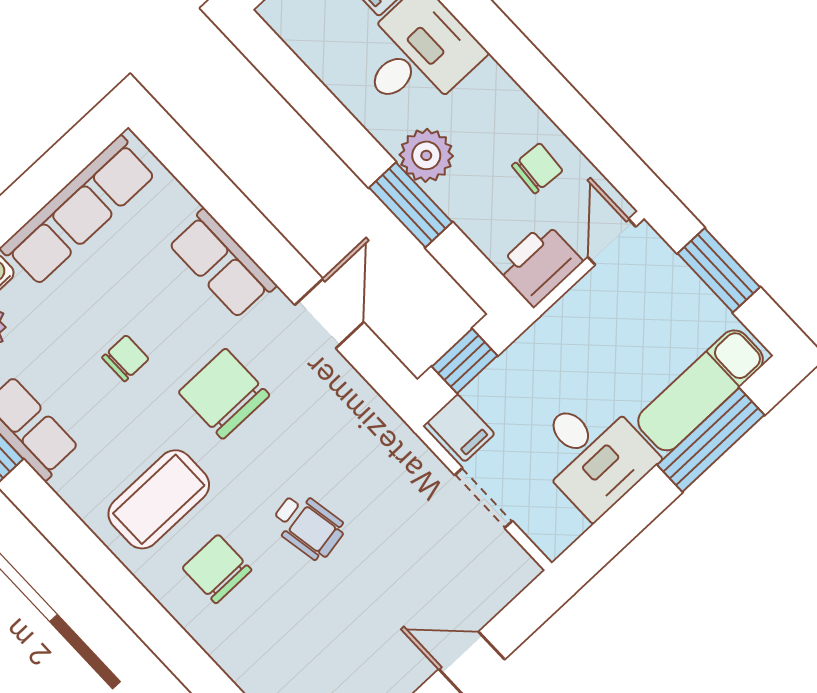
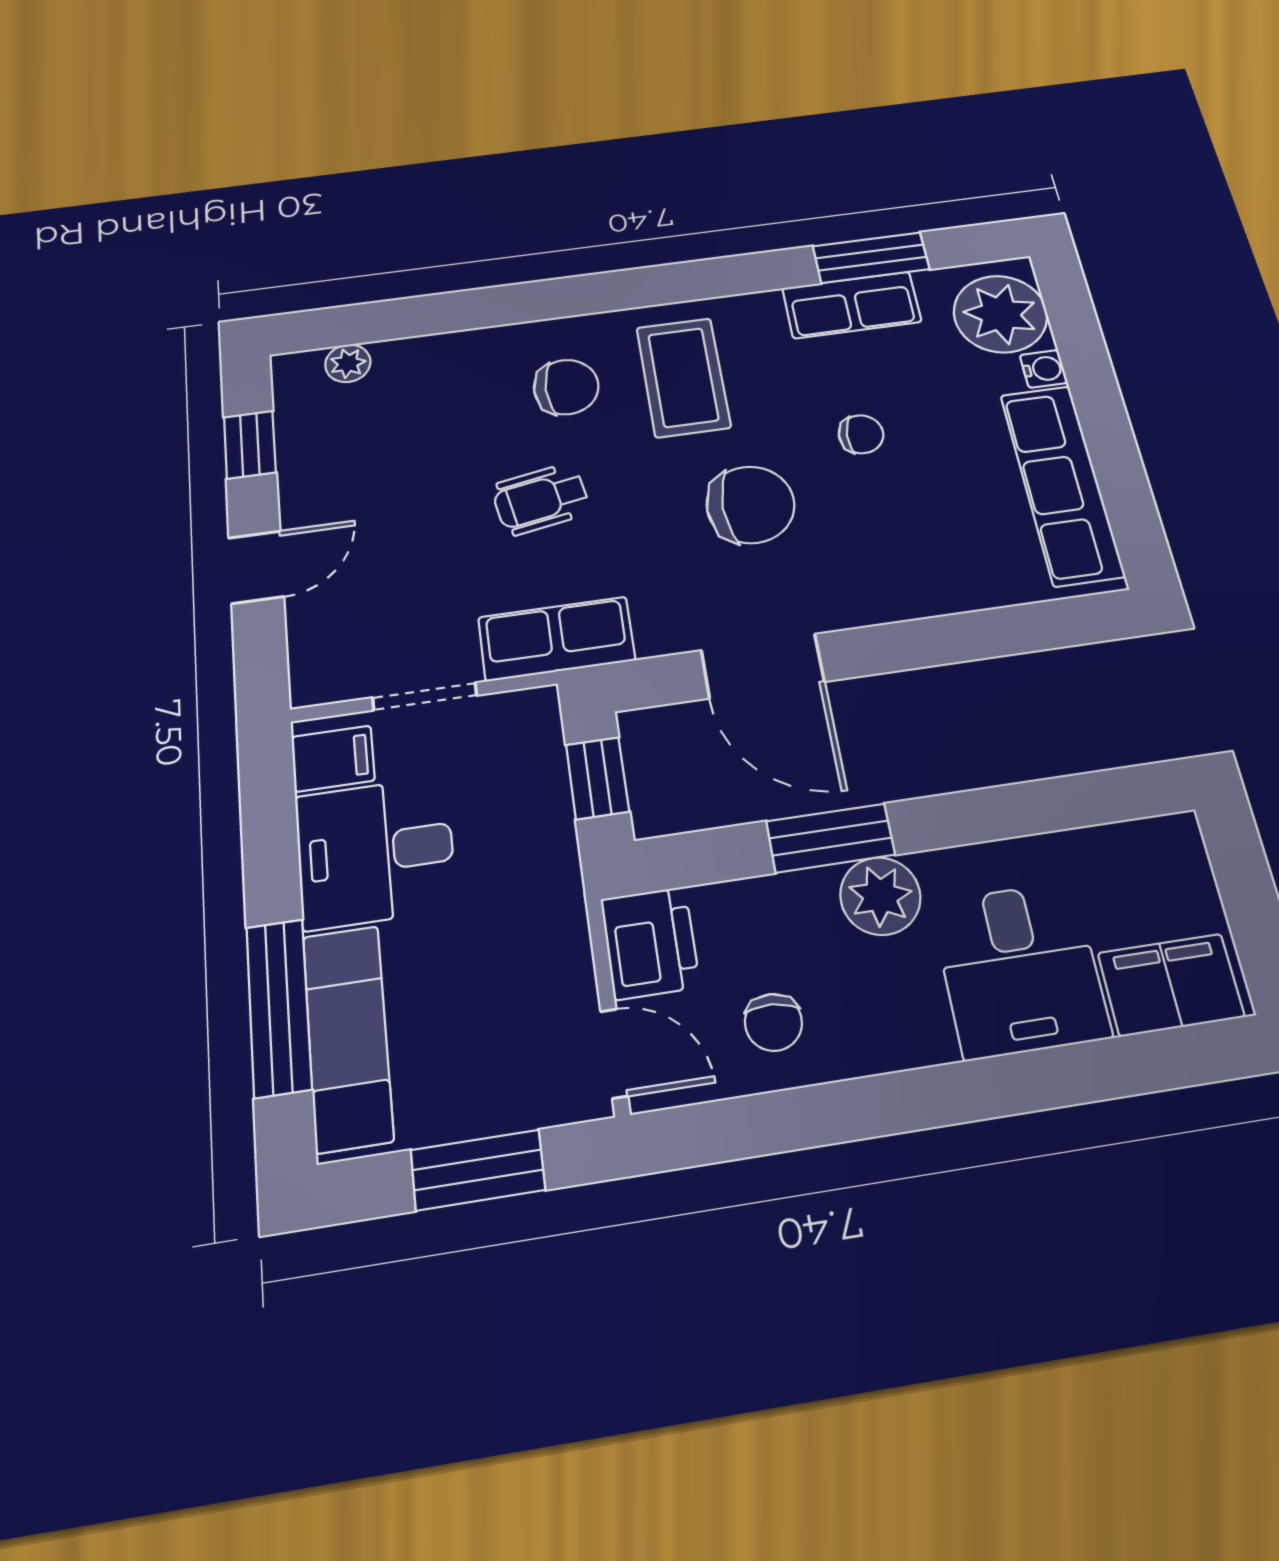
row of seats: (222, 264) -> (557, 639), moved
door: (329, 314) -> (763, 666), width x1.38
chair: (125, 358) -> (861, 434), turned -86
filing cabinet: (461, 428) -> (333, 759), moved, turned 180

